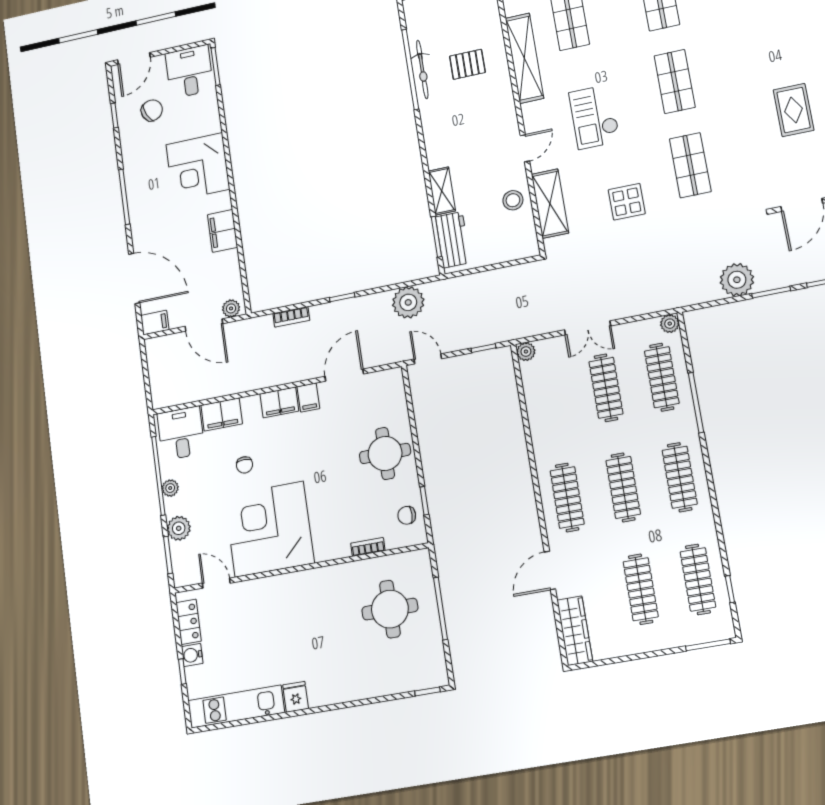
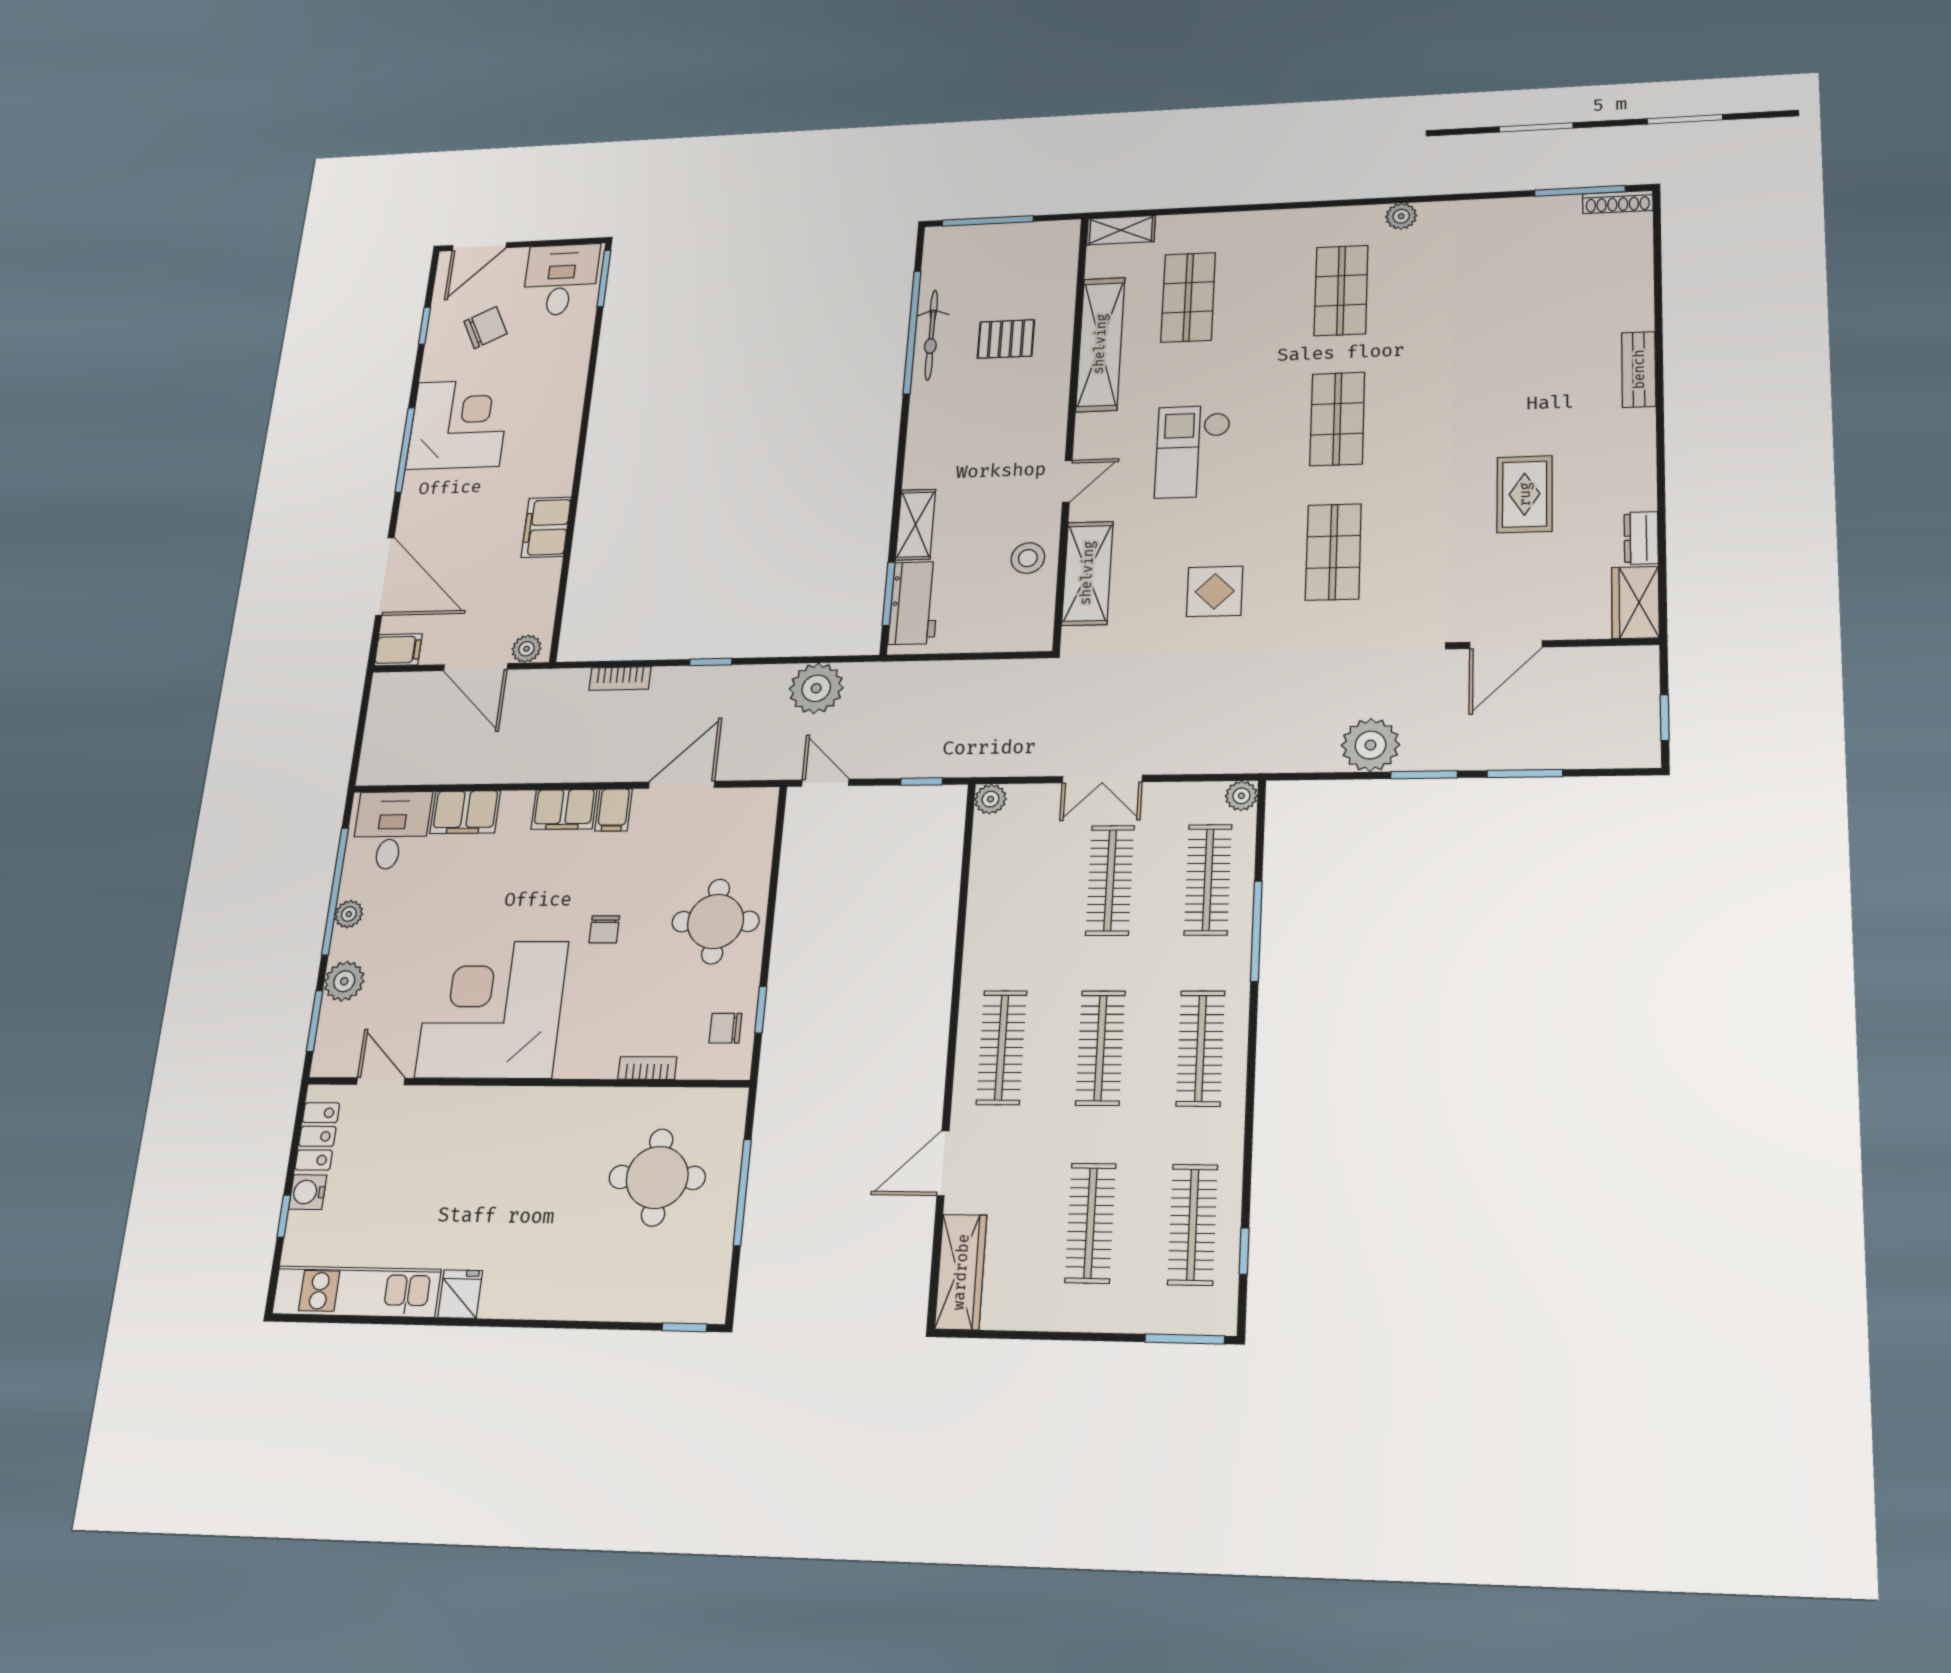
corner desk: (198, 167) -> (459, 424), moved, turned 180
chair: (245, 465) -> (604, 929), moved

